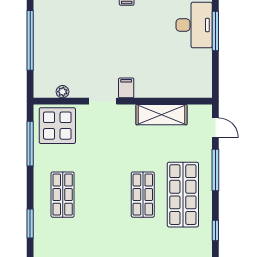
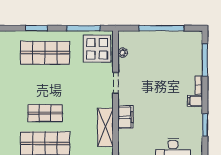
filing cabinet: (126, 88) -> (126, 117), moved, width x2.00
shop shelf: (63, 195) -> (45, 53), width x1.43, depth x1.36
window: (30, 223) -> (37, 28), moved

